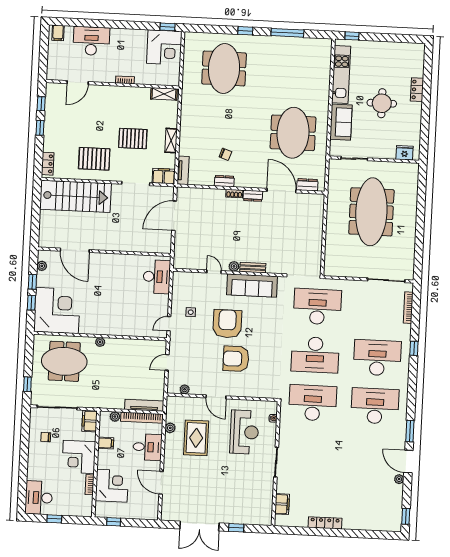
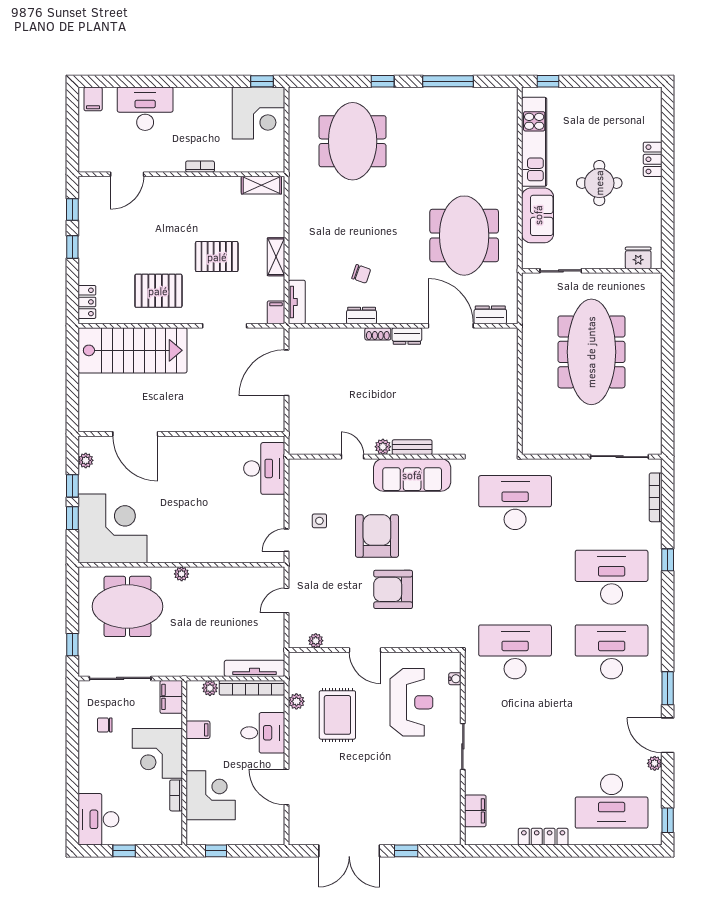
filing cabinet: (164, 176) -> (276, 312), width x0.50
desk: (315, 355) -> (612, 801), moved

